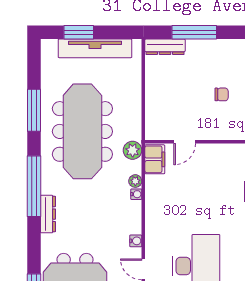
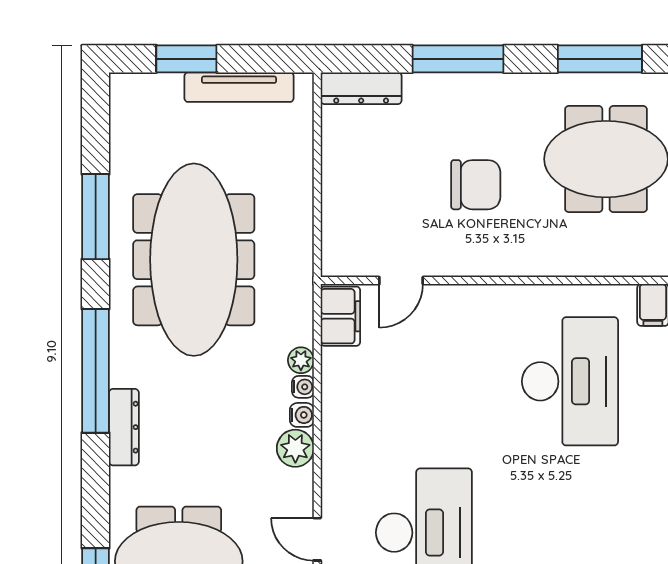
window: (194, 32) -> (458, 59), moved
tv unit: (95, 48) -> (239, 87), width x0.73, depth x0.78
chair: (222, 94) -> (476, 185), width x1.87, depth x1.87
plant: (133, 150) -> (295, 448), moved
water cooler: (136, 241) -> (302, 415), moved

